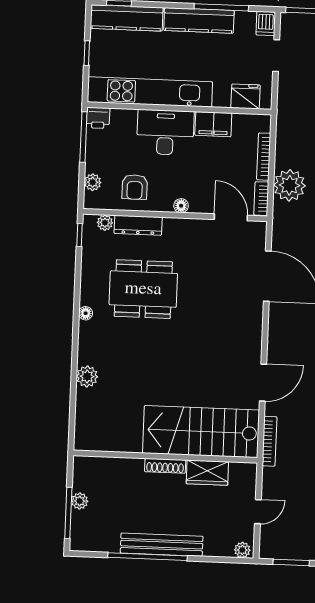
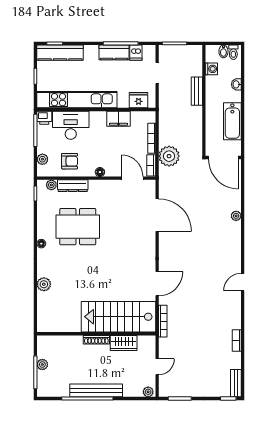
kitchen counter: (199, 20) -> (114, 52), width x0.67
dishwasher: (266, 23) -> (136, 53), moved
desk: (165, 132) -> (71, 125), moved
armchair: (135, 187) -> (70, 161), turned -90

